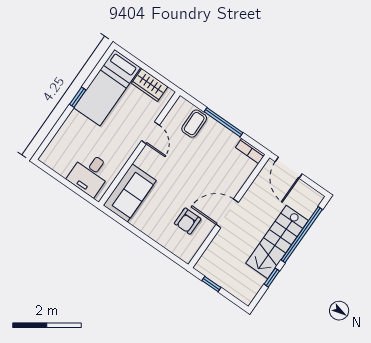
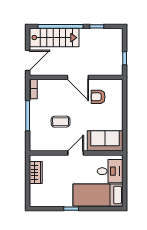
bed: (107, 88) -> (98, 195), moved, turned 180
coffee table: (194, 124) -> (61, 122), moved
door: (150, 133) -> (76, 153), moved
armchair: (188, 221) -> (98, 97), turned 180
stairs: (277, 242) -> (54, 38), moved

